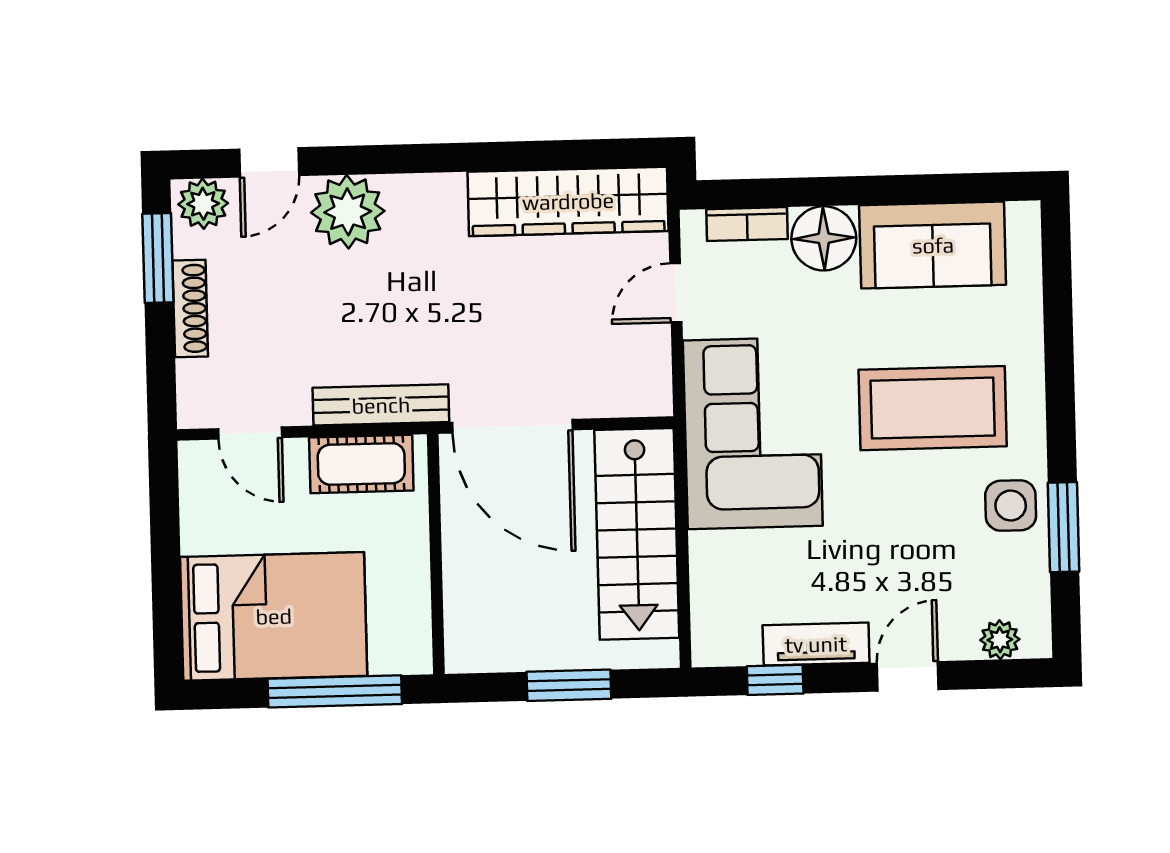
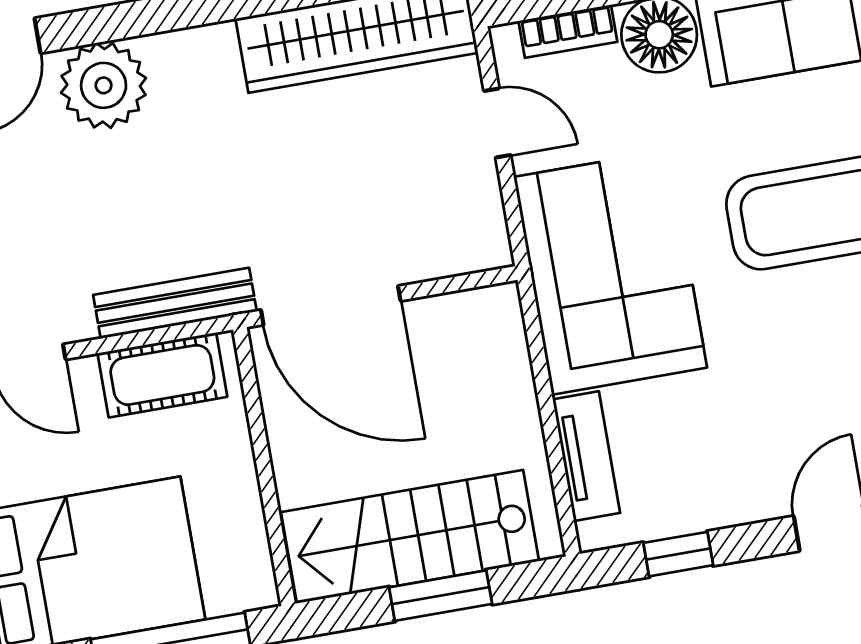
door: (676, 293) -> (497, 123), swing flipped
stairs: (637, 534) -> (410, 537), moved, turned 90
tv unit: (816, 644) -> (586, 456), moved, turned 90

